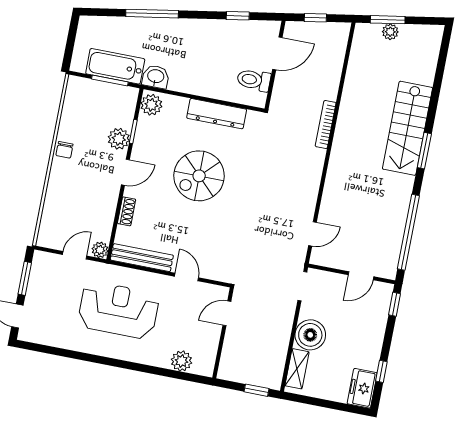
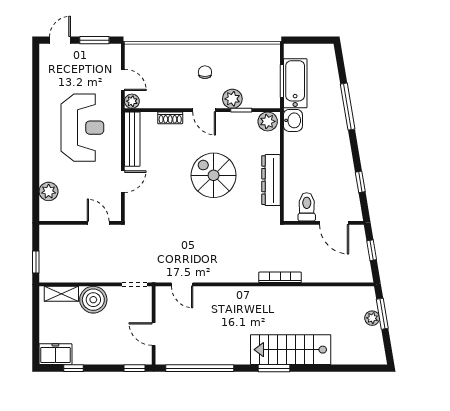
chair: (64, 150) -> (205, 72), moved, turned 90

